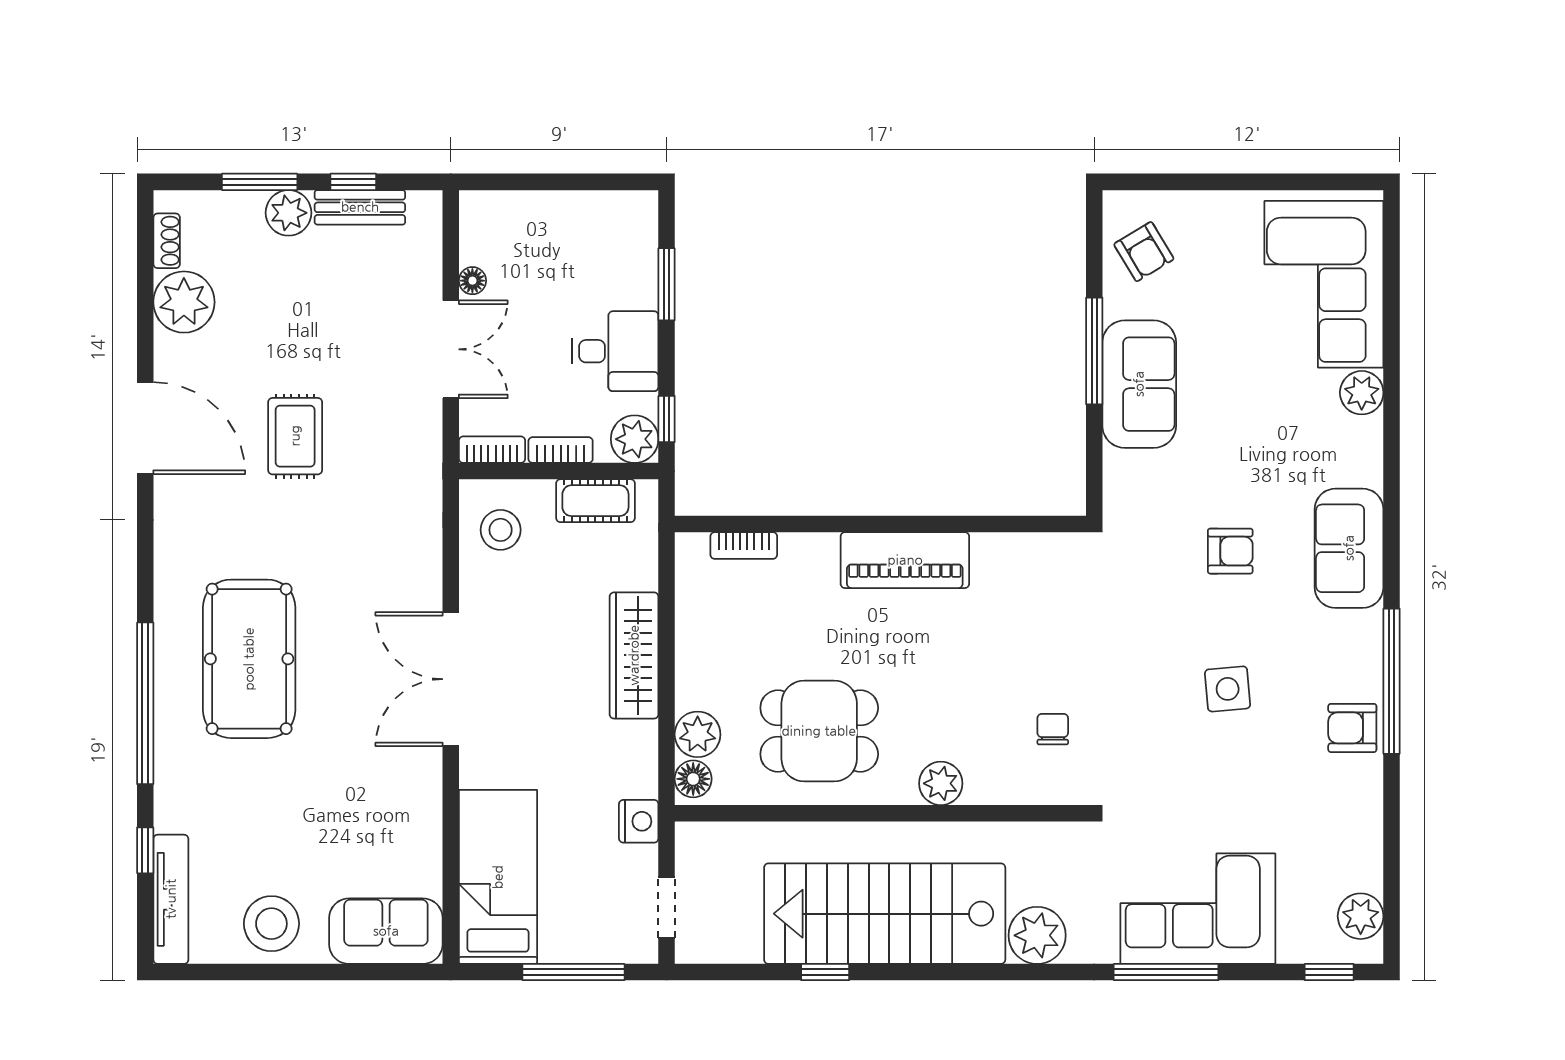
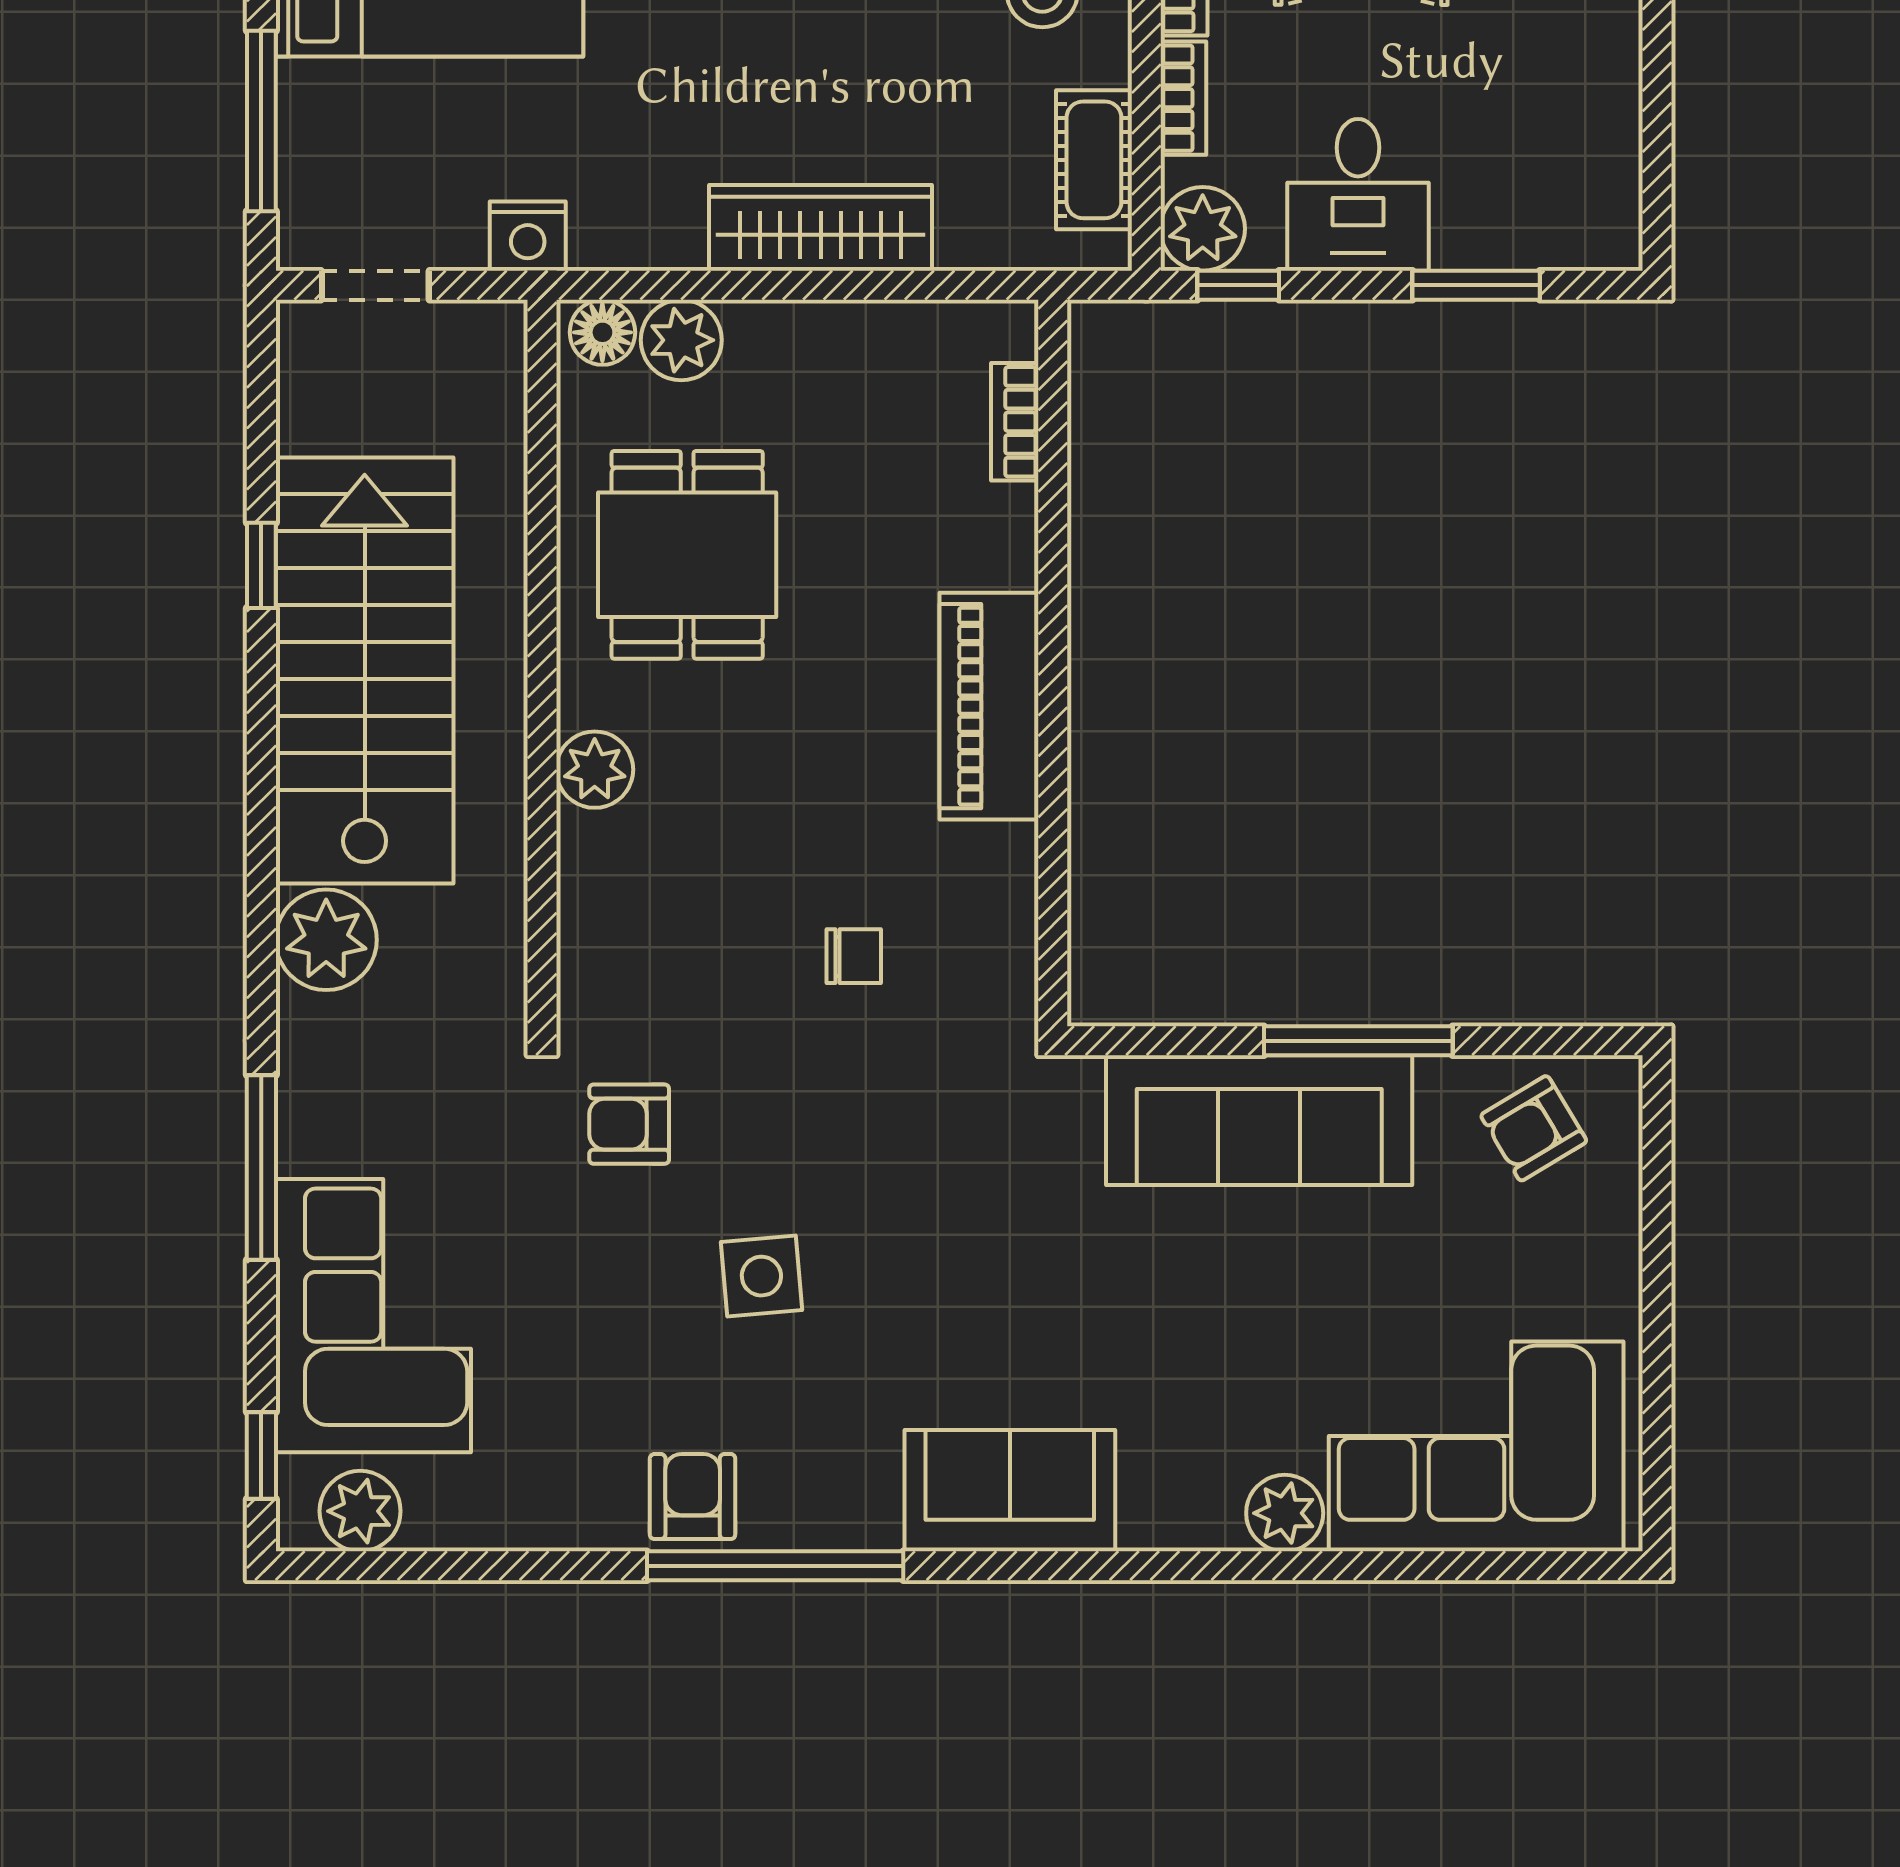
sofa: (1139, 384) -> (1259, 1120), width x1.36
armchair: (1230, 551) -> (629, 1124), moved, turned 90
chair: (1053, 729) -> (854, 956), moved
corner sofa: (1198, 909) -> (373, 1316), moved

